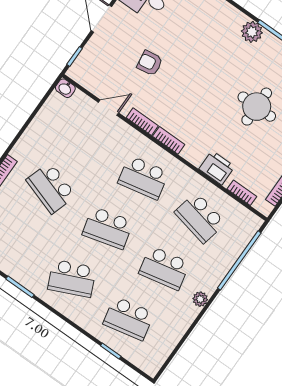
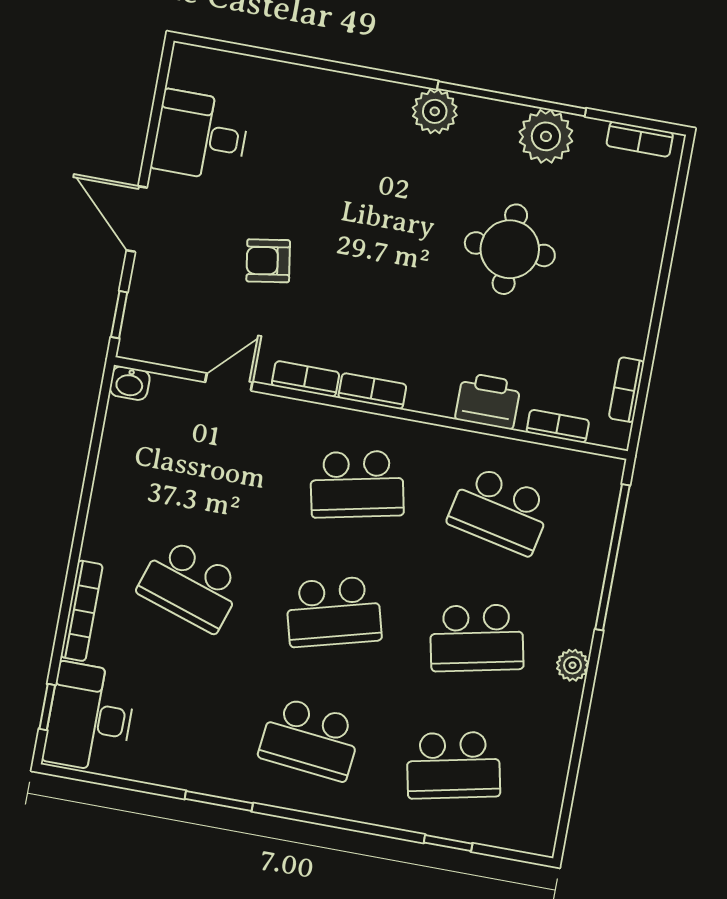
school desk: (72, 278) -> (310, 739), turned 30

